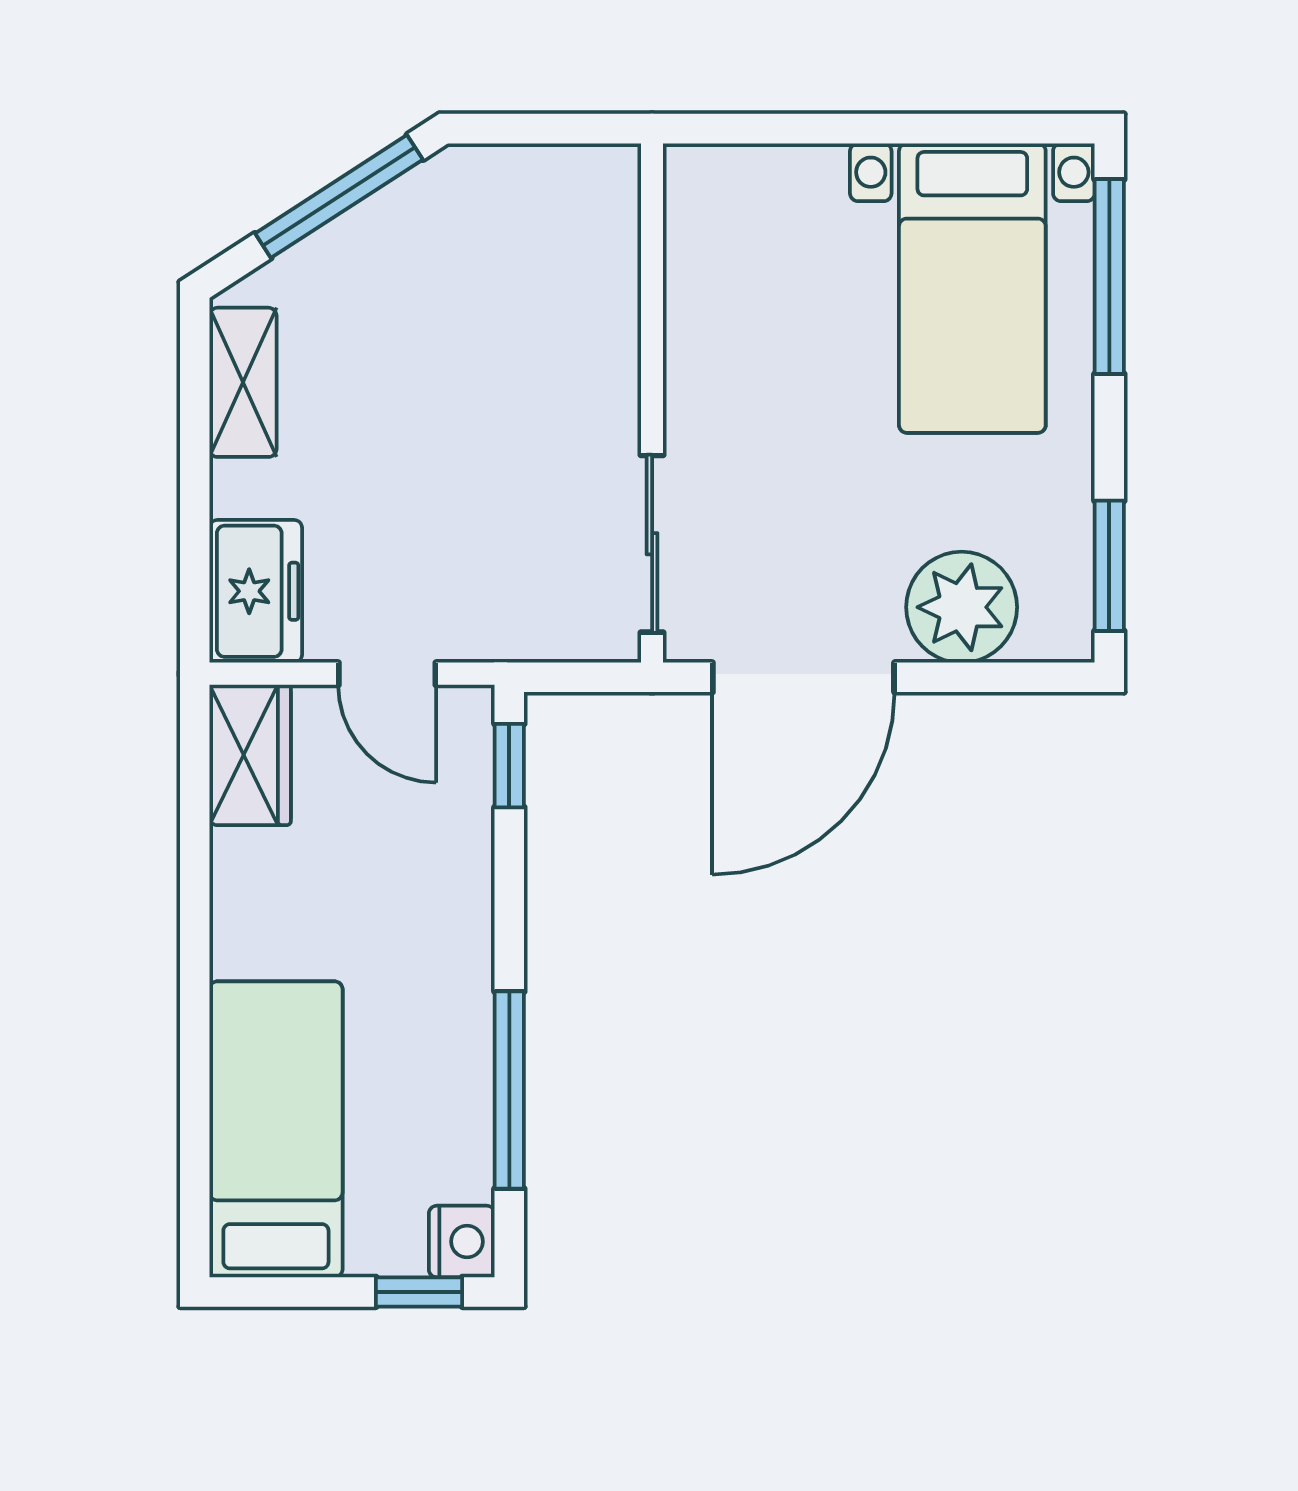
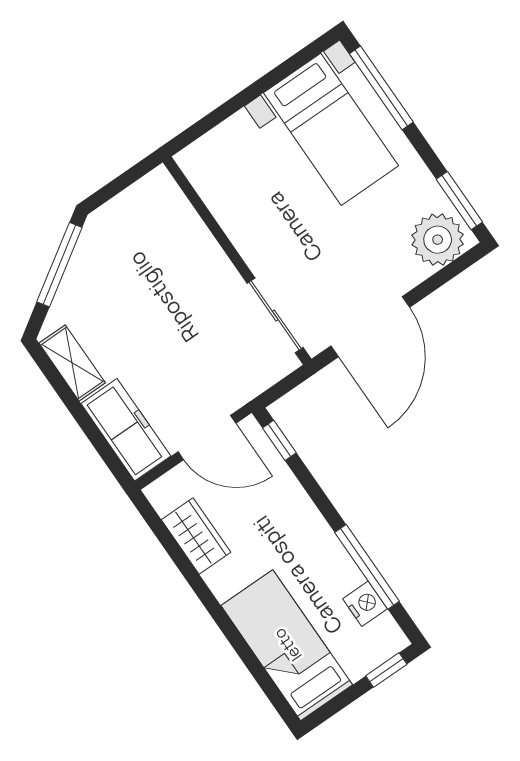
freezer: (256, 591) -> (126, 430), width x1.40
plant: (962, 607) -> (438, 240), moved
door: (387, 674) -> (207, 438), width x1.38
wardrobe: (250, 755) -> (196, 536), moved
nightstand: (462, 1242) -> (365, 604), moved

